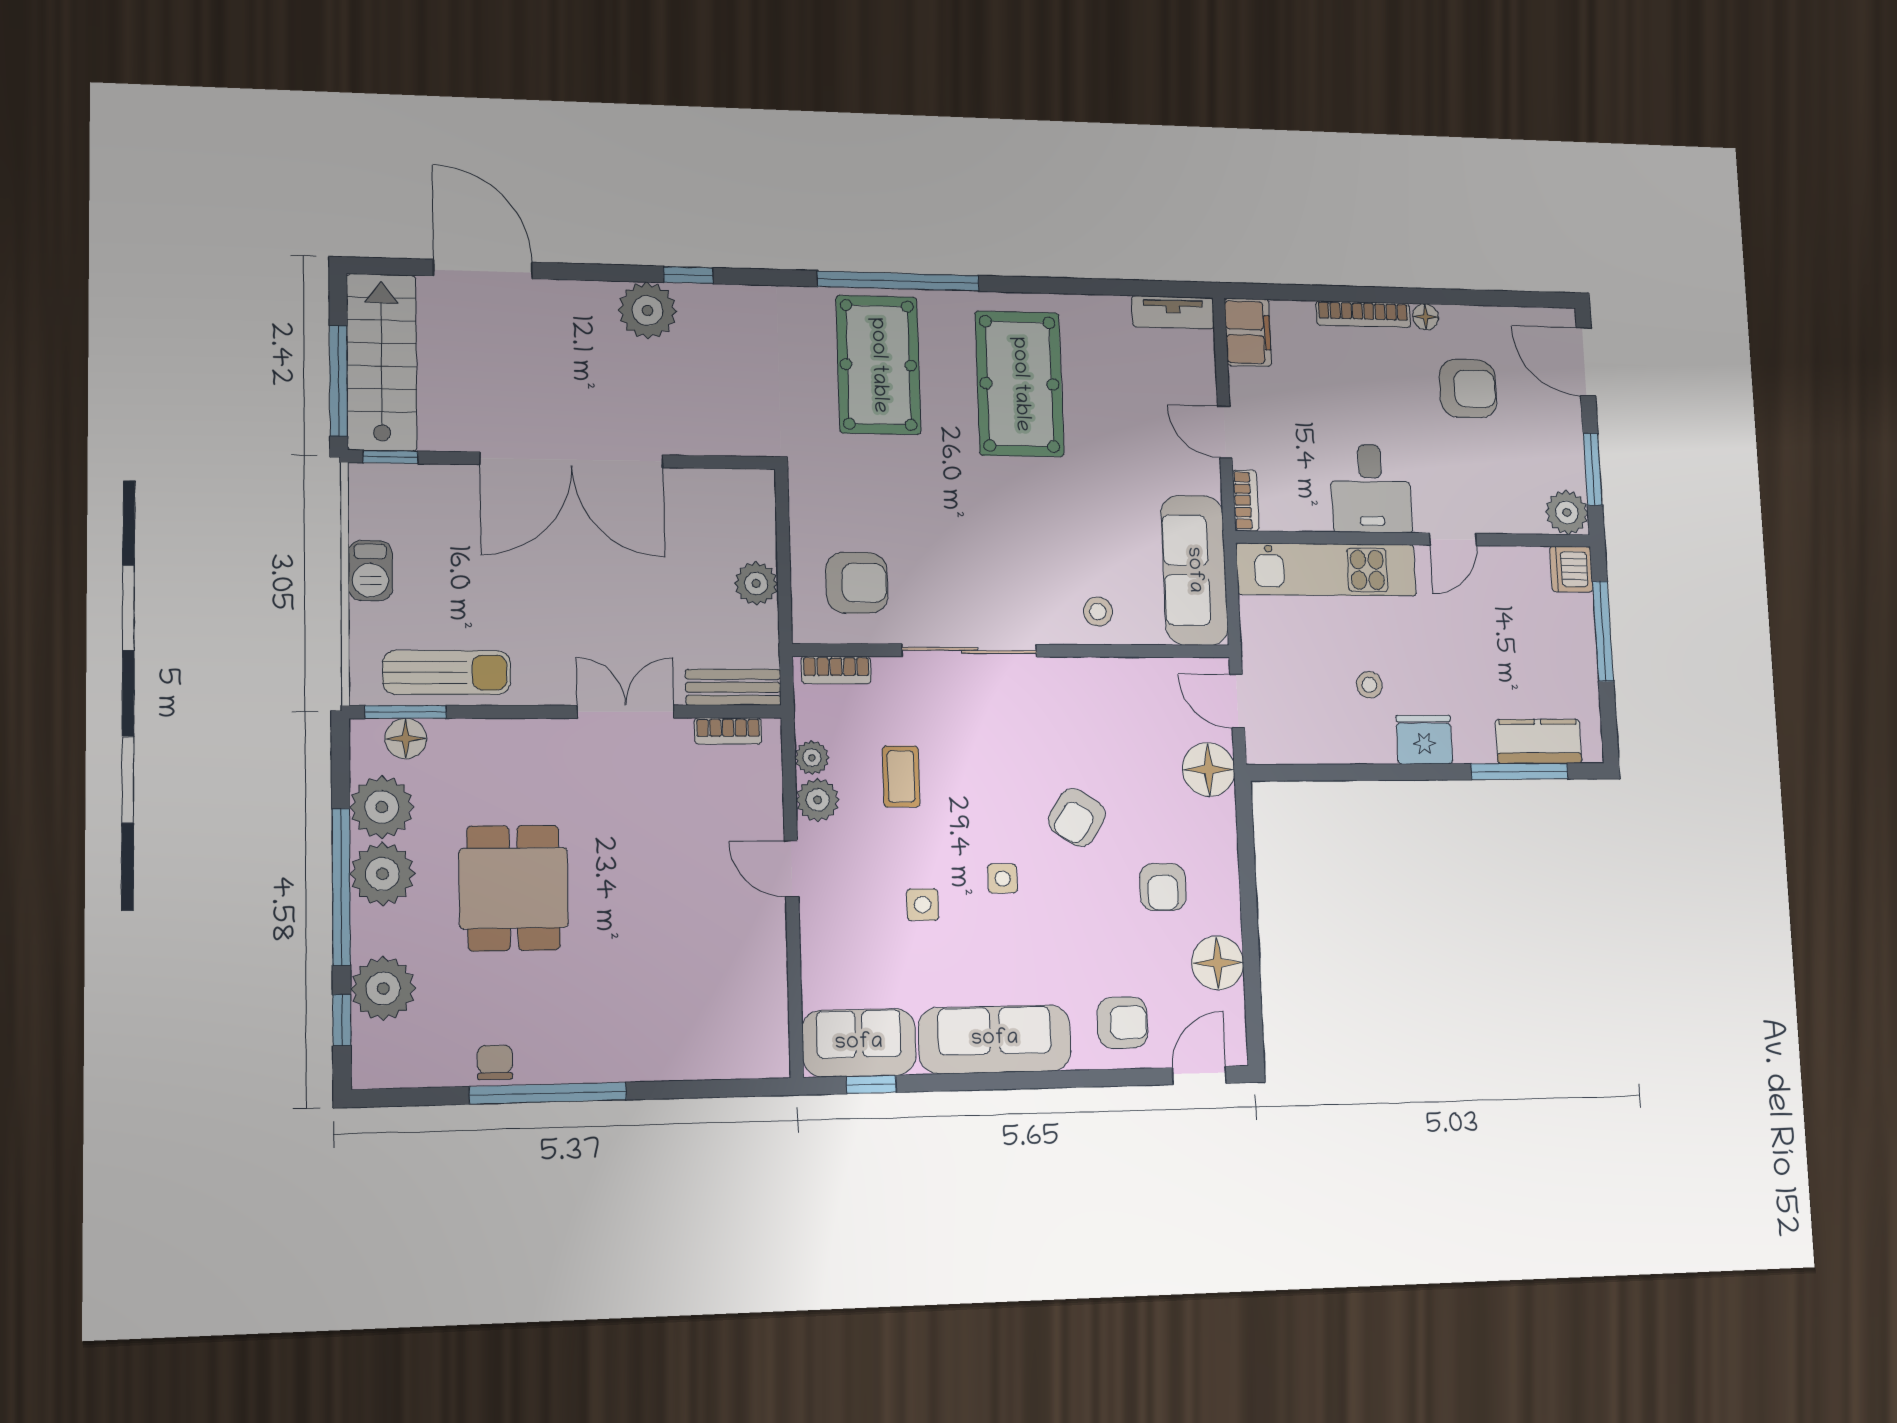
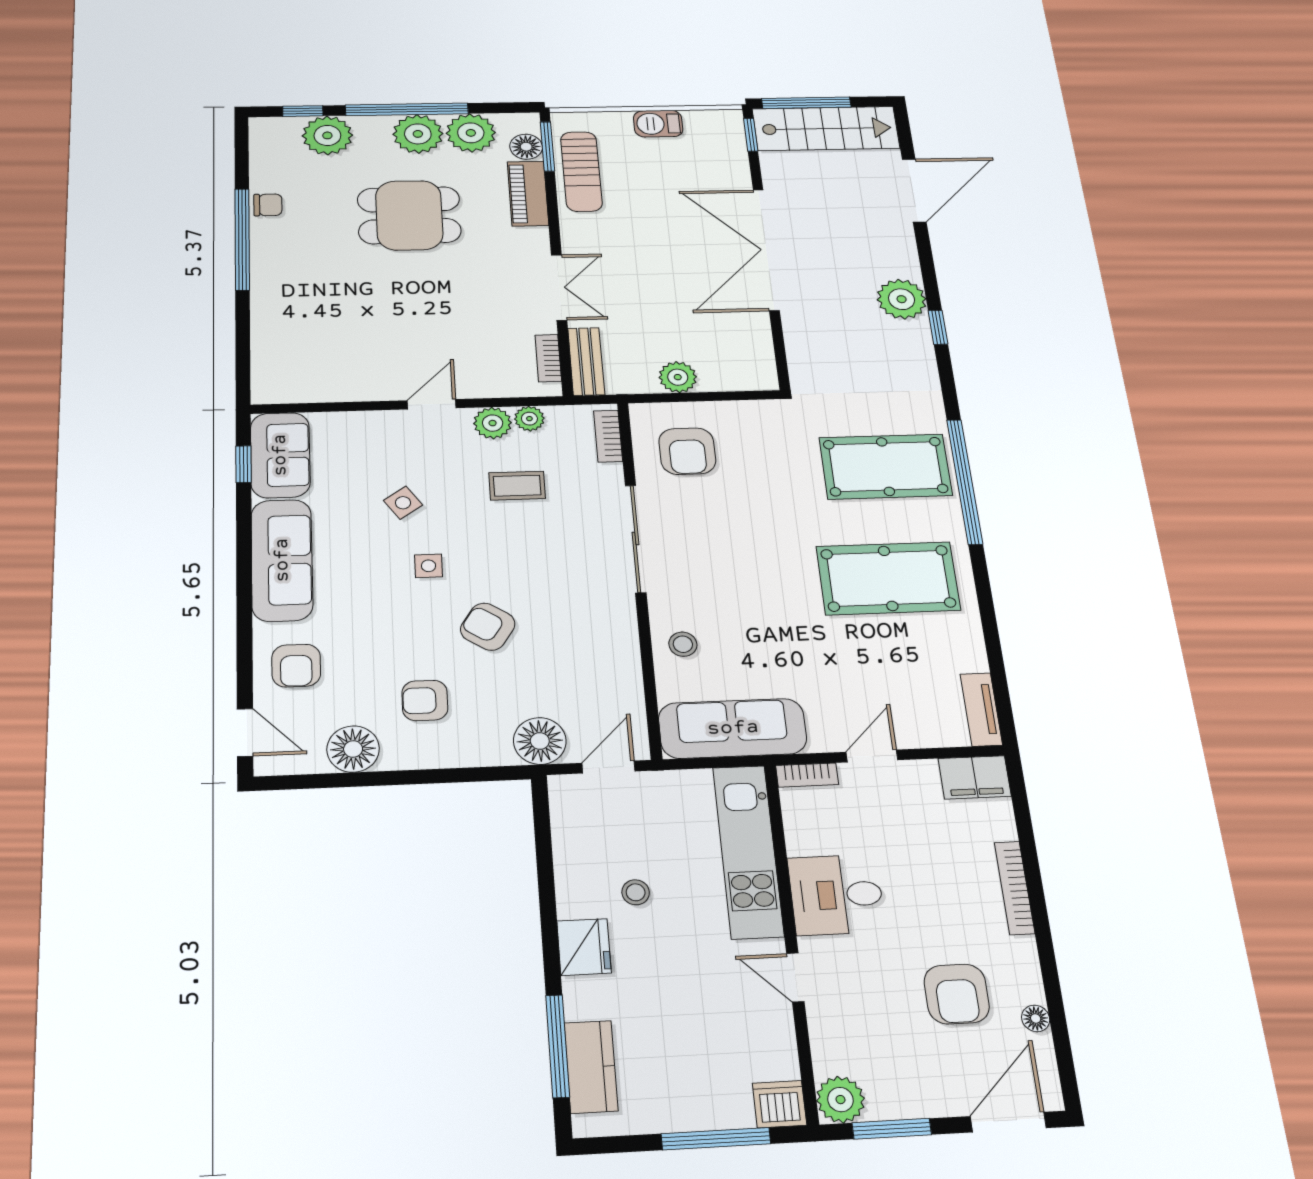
floor lamp: (1426, 317) -> (1036, 1018), moved
piano: (481, 741) -> (528, 194), added
side table: (923, 905) -> (403, 503), turned -35

